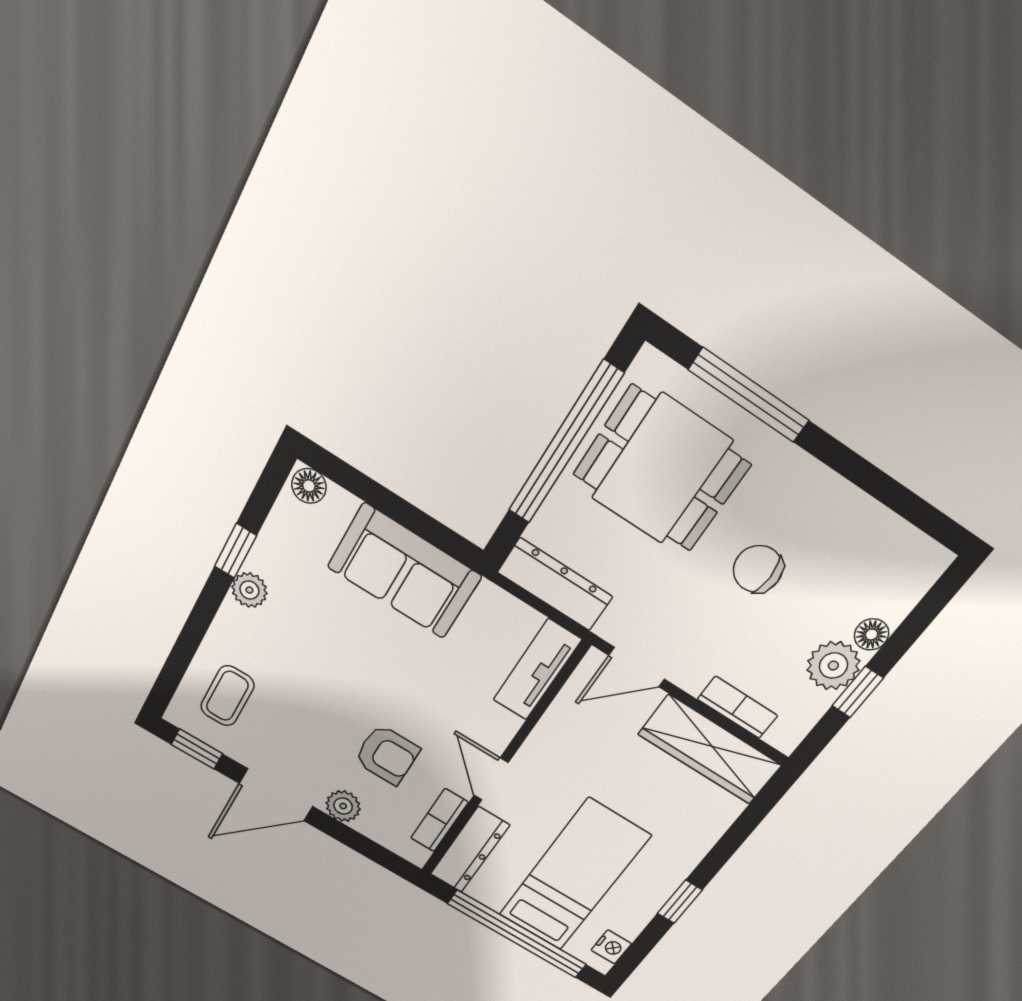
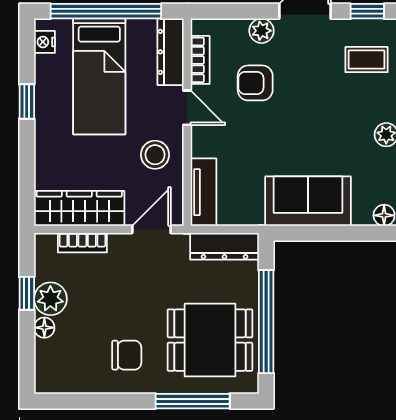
chair: (758, 569) -> (127, 355), moved
coffee table: (227, 696) -> (366, 60), turned 90
stool: (568, 752) -> (155, 155), added

